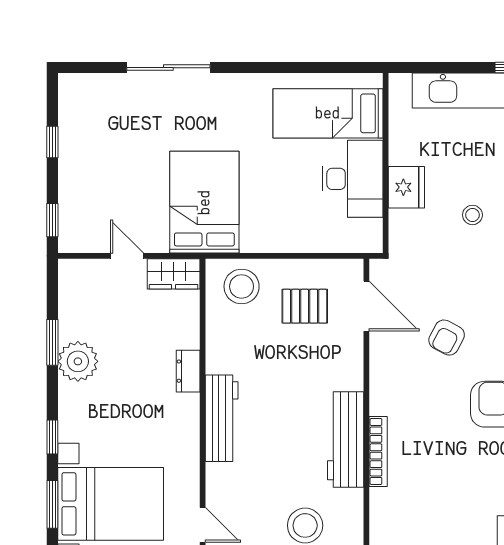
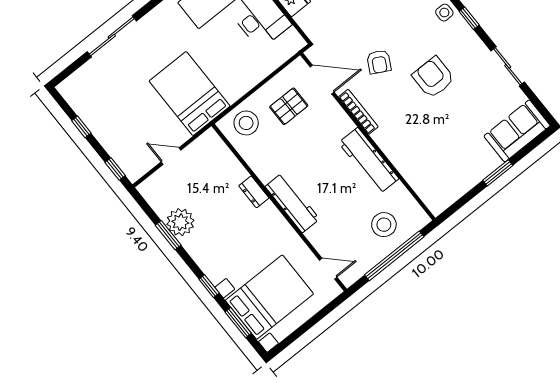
wardrobe: (174, 274) -> (204, 146), removed
plant: (78, 361) -> (180, 222), moved
bookcase: (378, 451) -> (358, 112), moved

